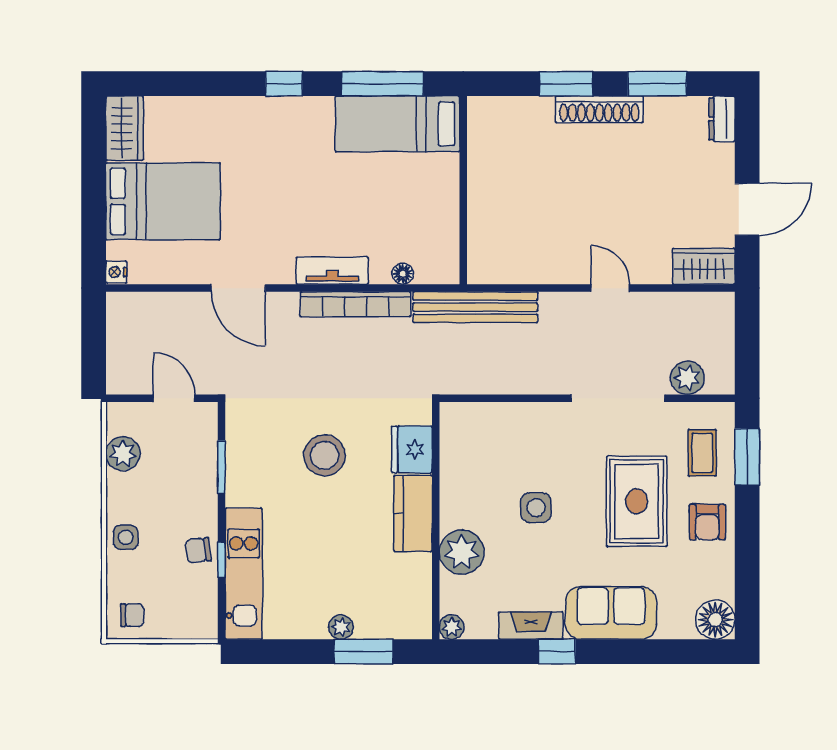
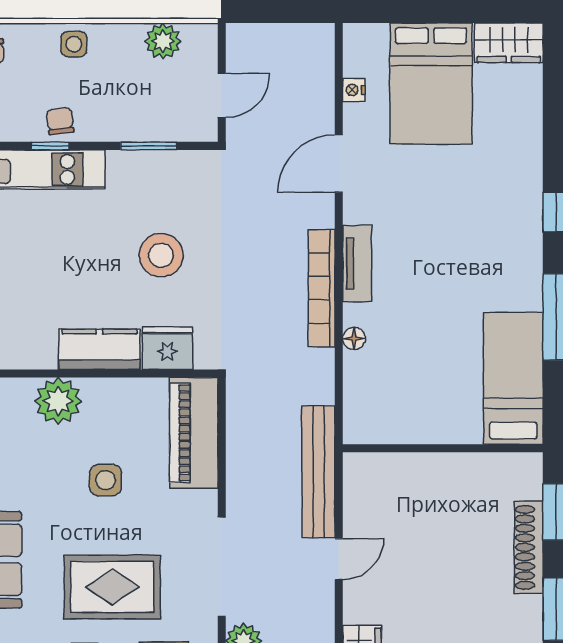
bed: (397, 124) -> (513, 378), moved
wall: (463, 190) -> (443, 448), moved
nightstand: (116, 272) -> (354, 90), moved, turned -90
bench: (475, 307) -> (318, 472), moved
piano: (492, 425) -> (194, 433), added

